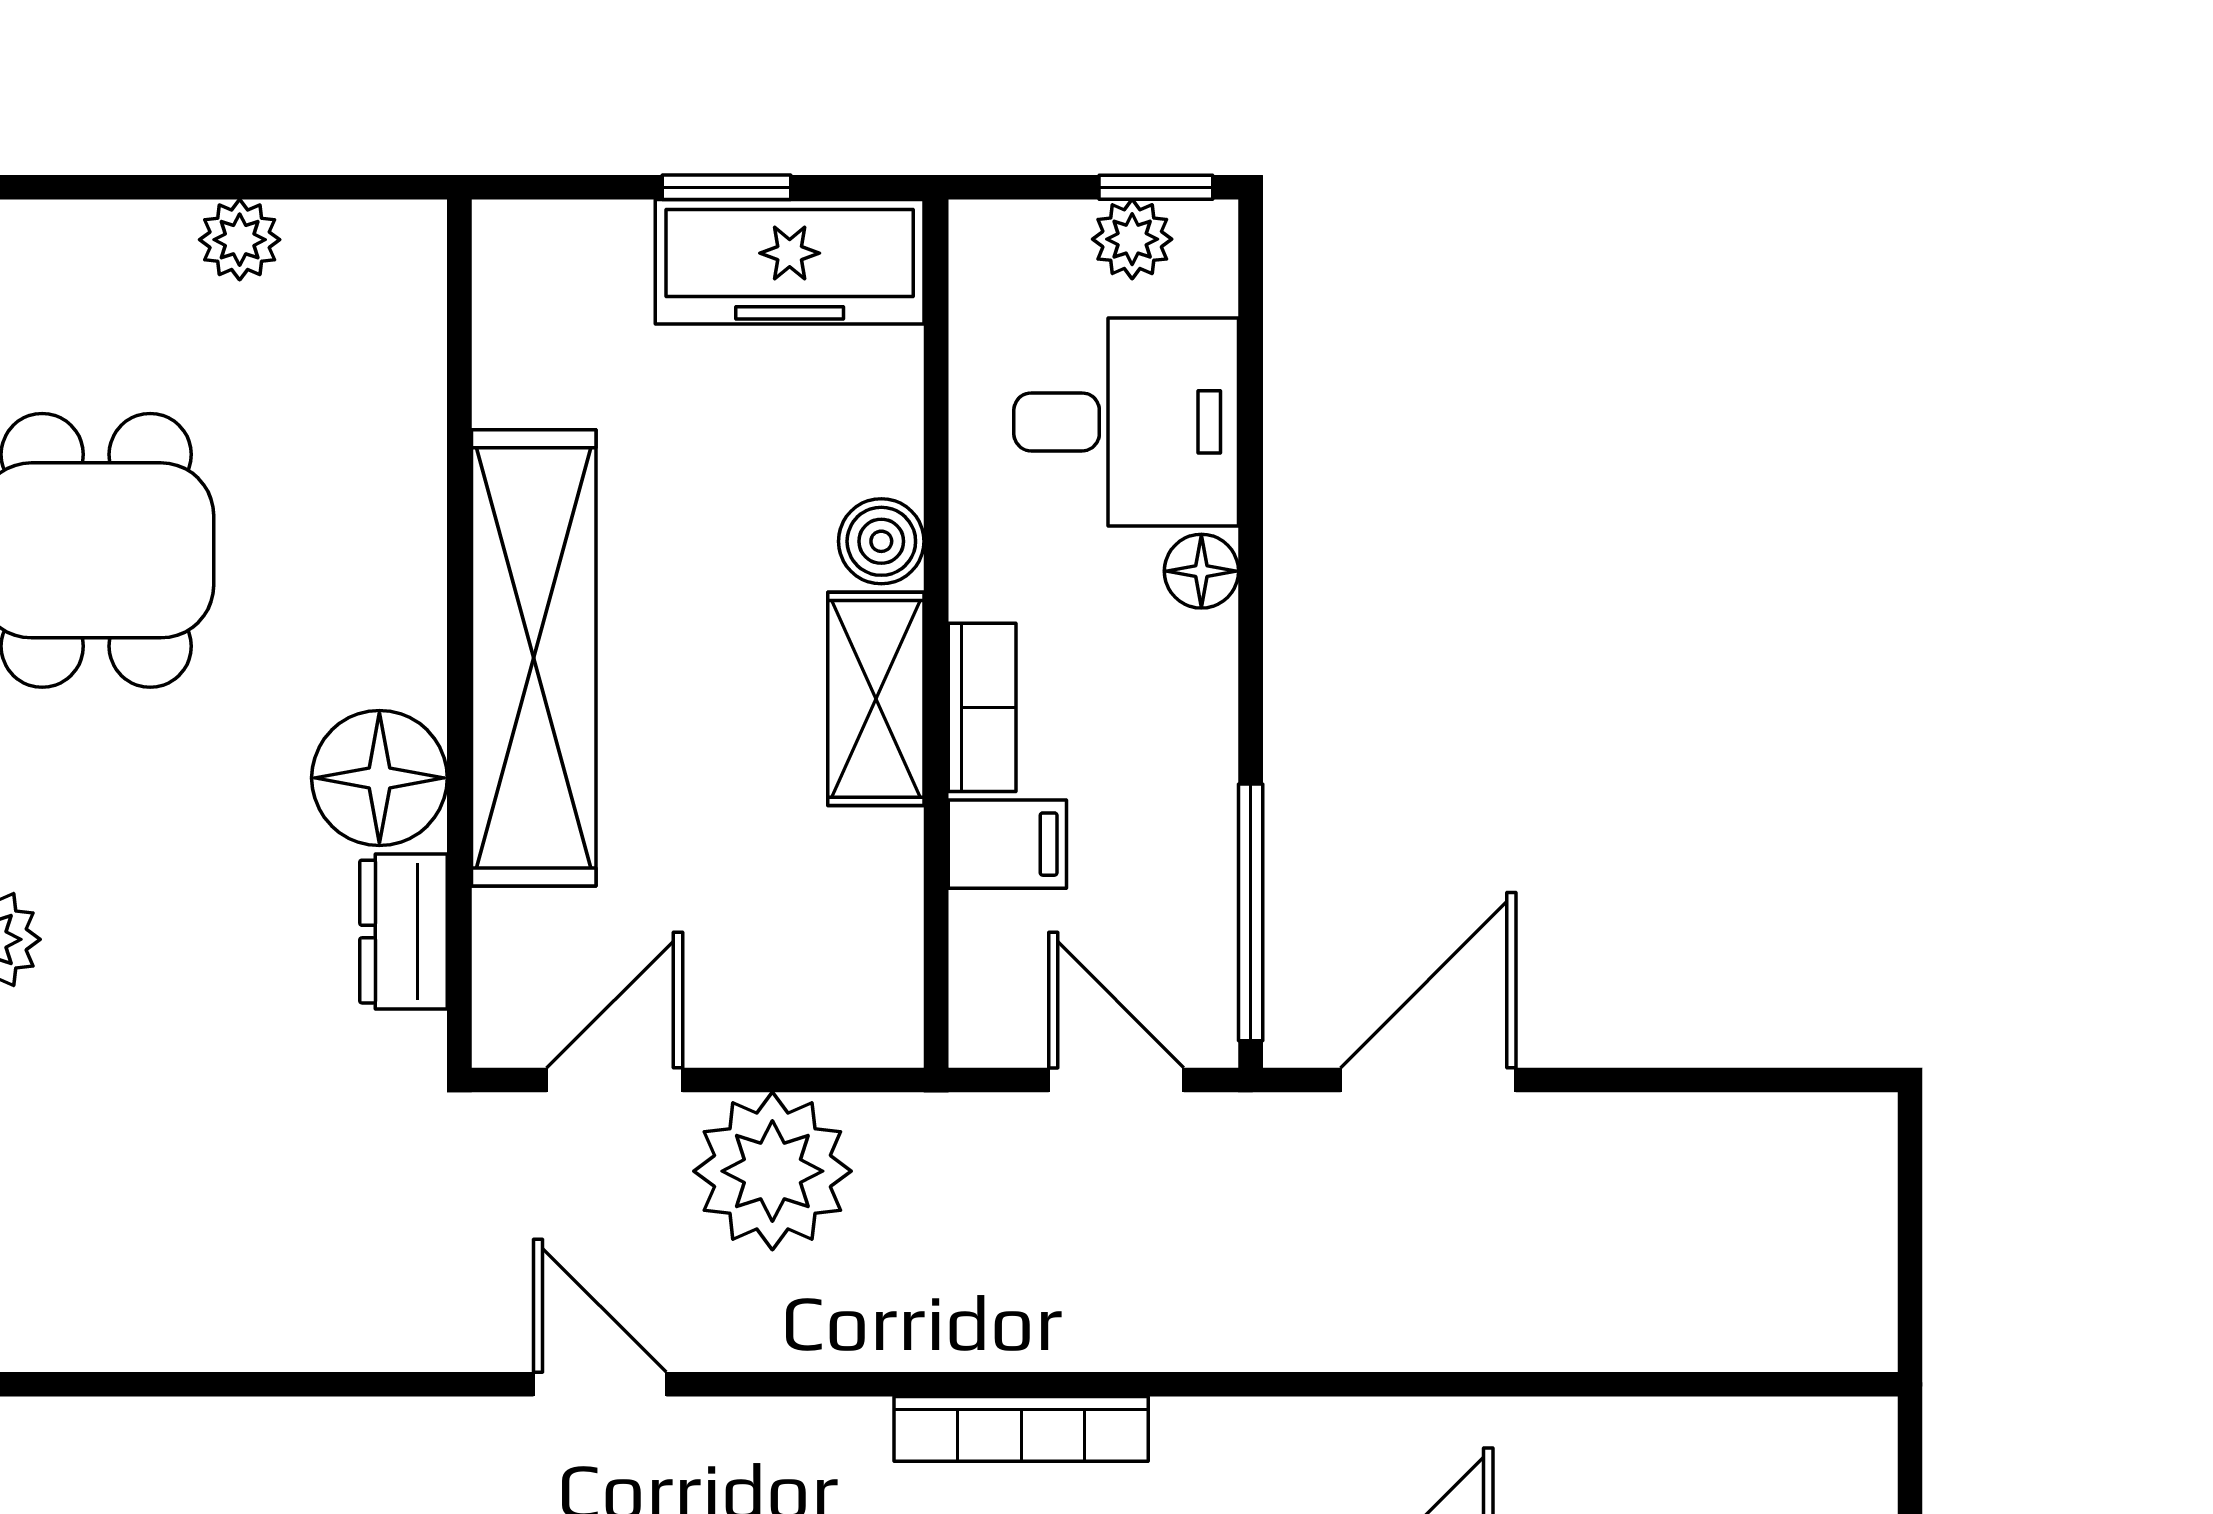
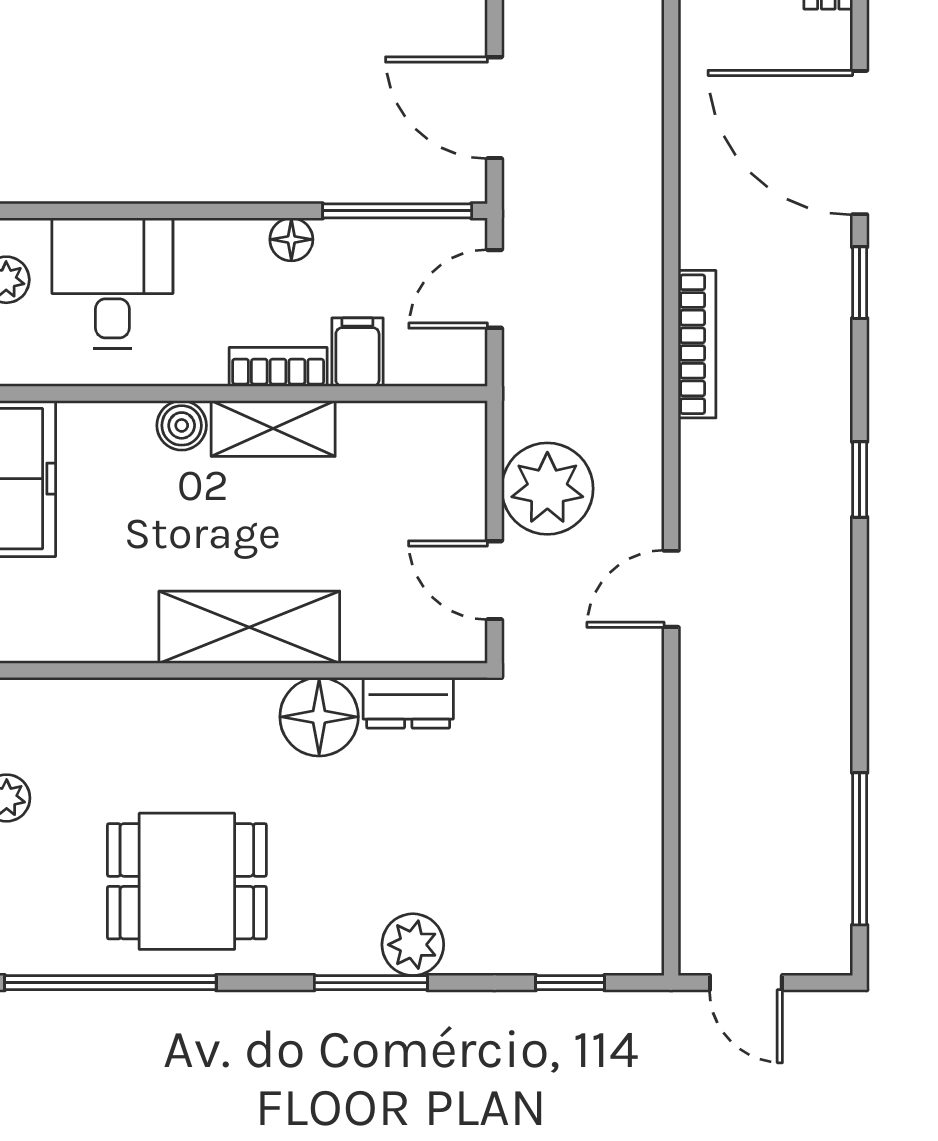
floor lamp: (1201, 571) -> (291, 239), moved
shelving: (534, 658) -> (249, 627), width x0.68

